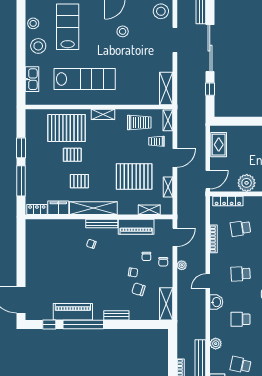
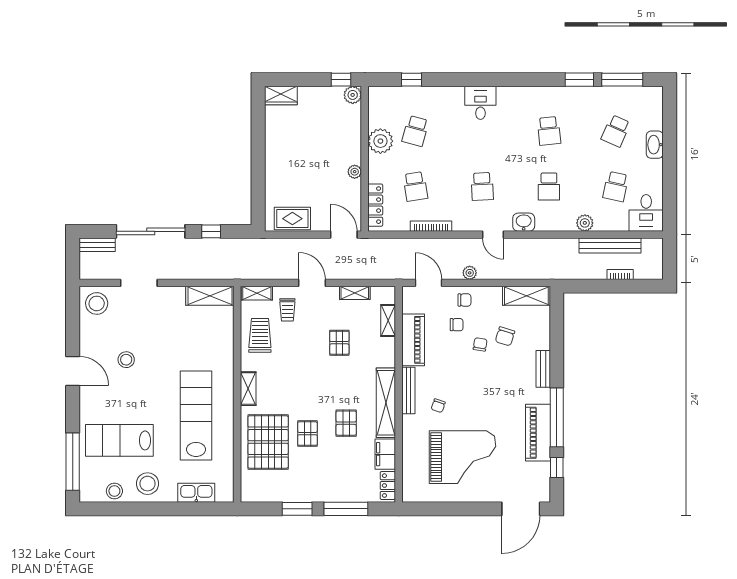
pallet: (134, 177) -> (339, 343), width x0.49, depth x0.50
plant: (247, 183) -> (355, 172), width x0.53, depth x0.53
grand piano: (56, 260) -> (463, 457), added

